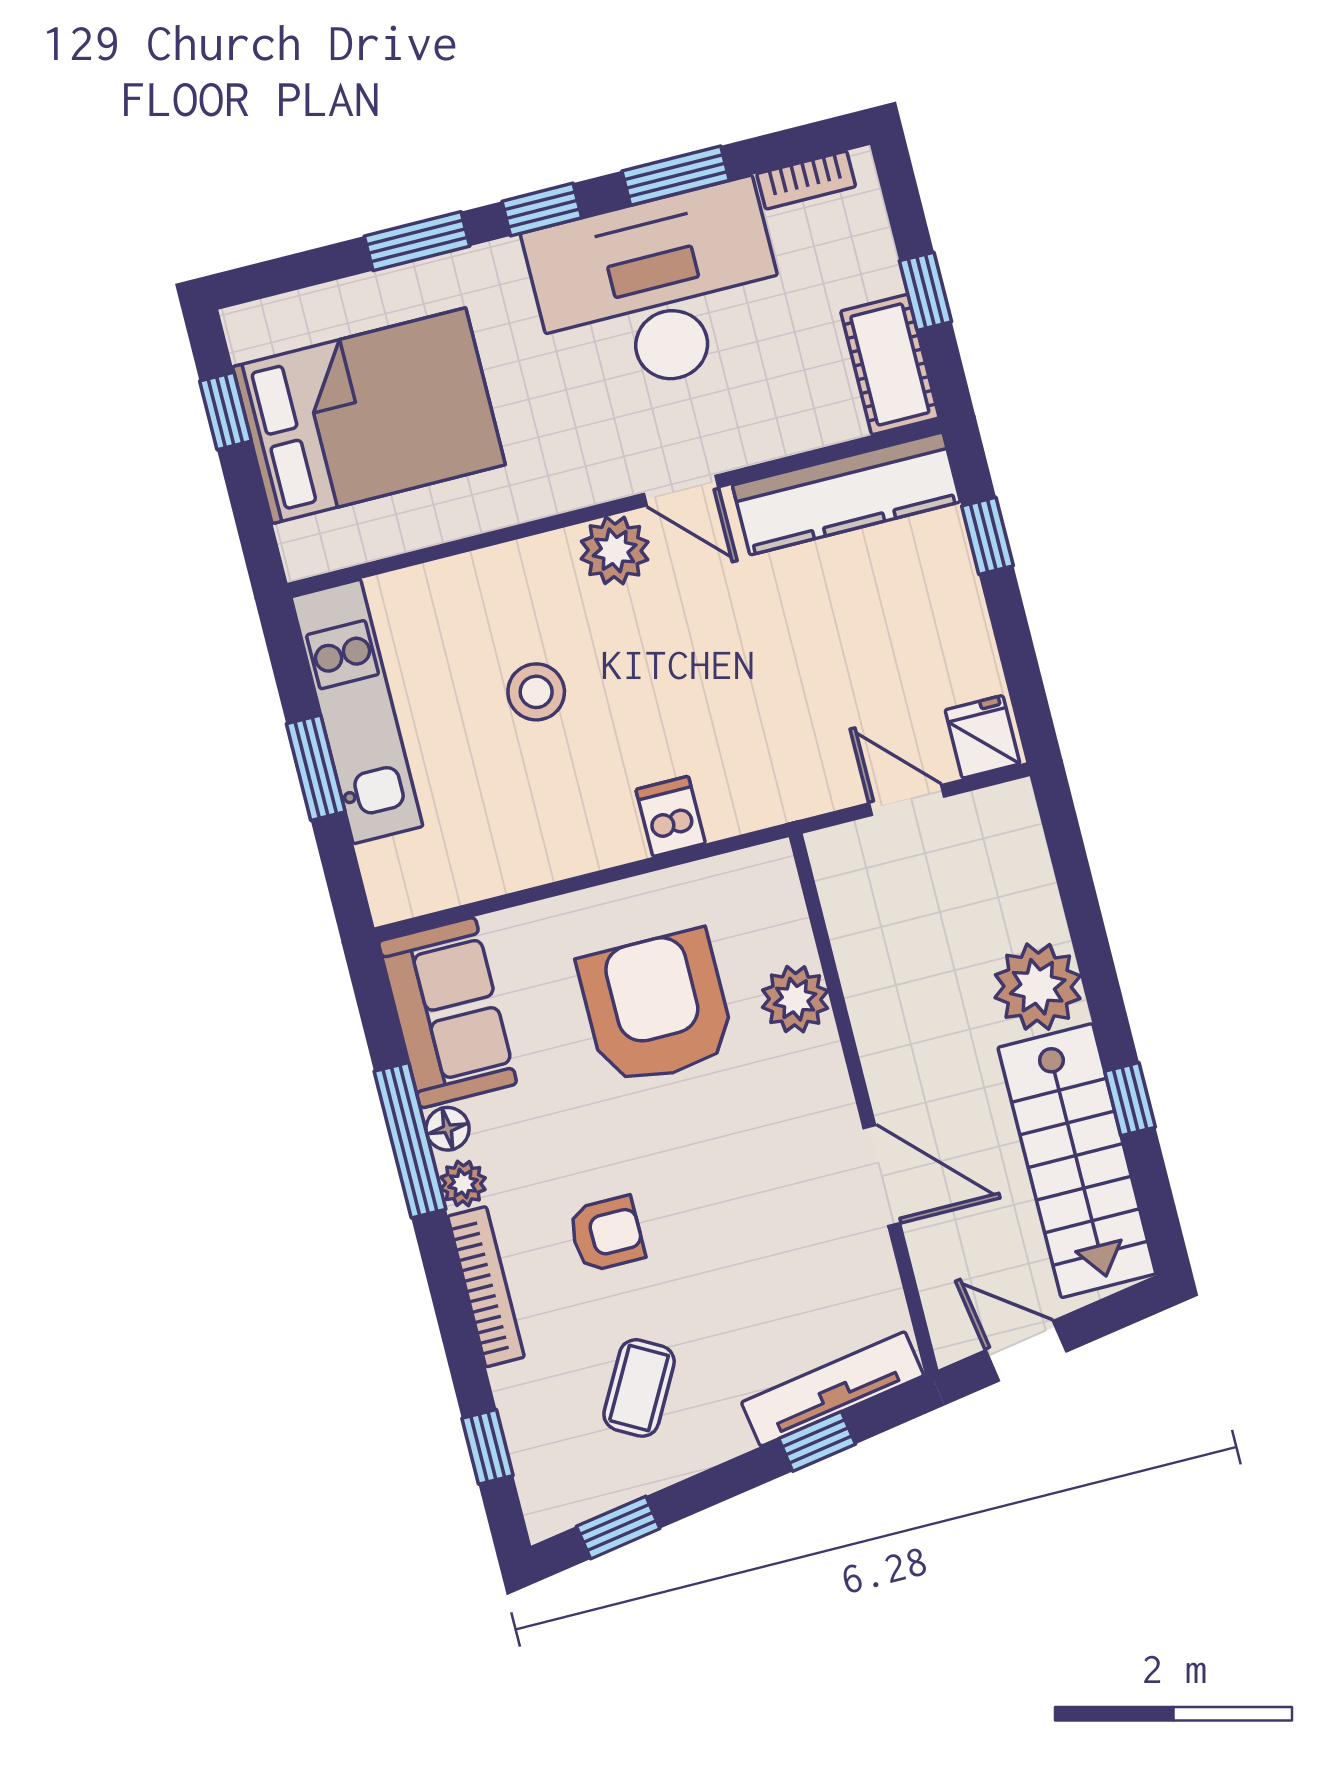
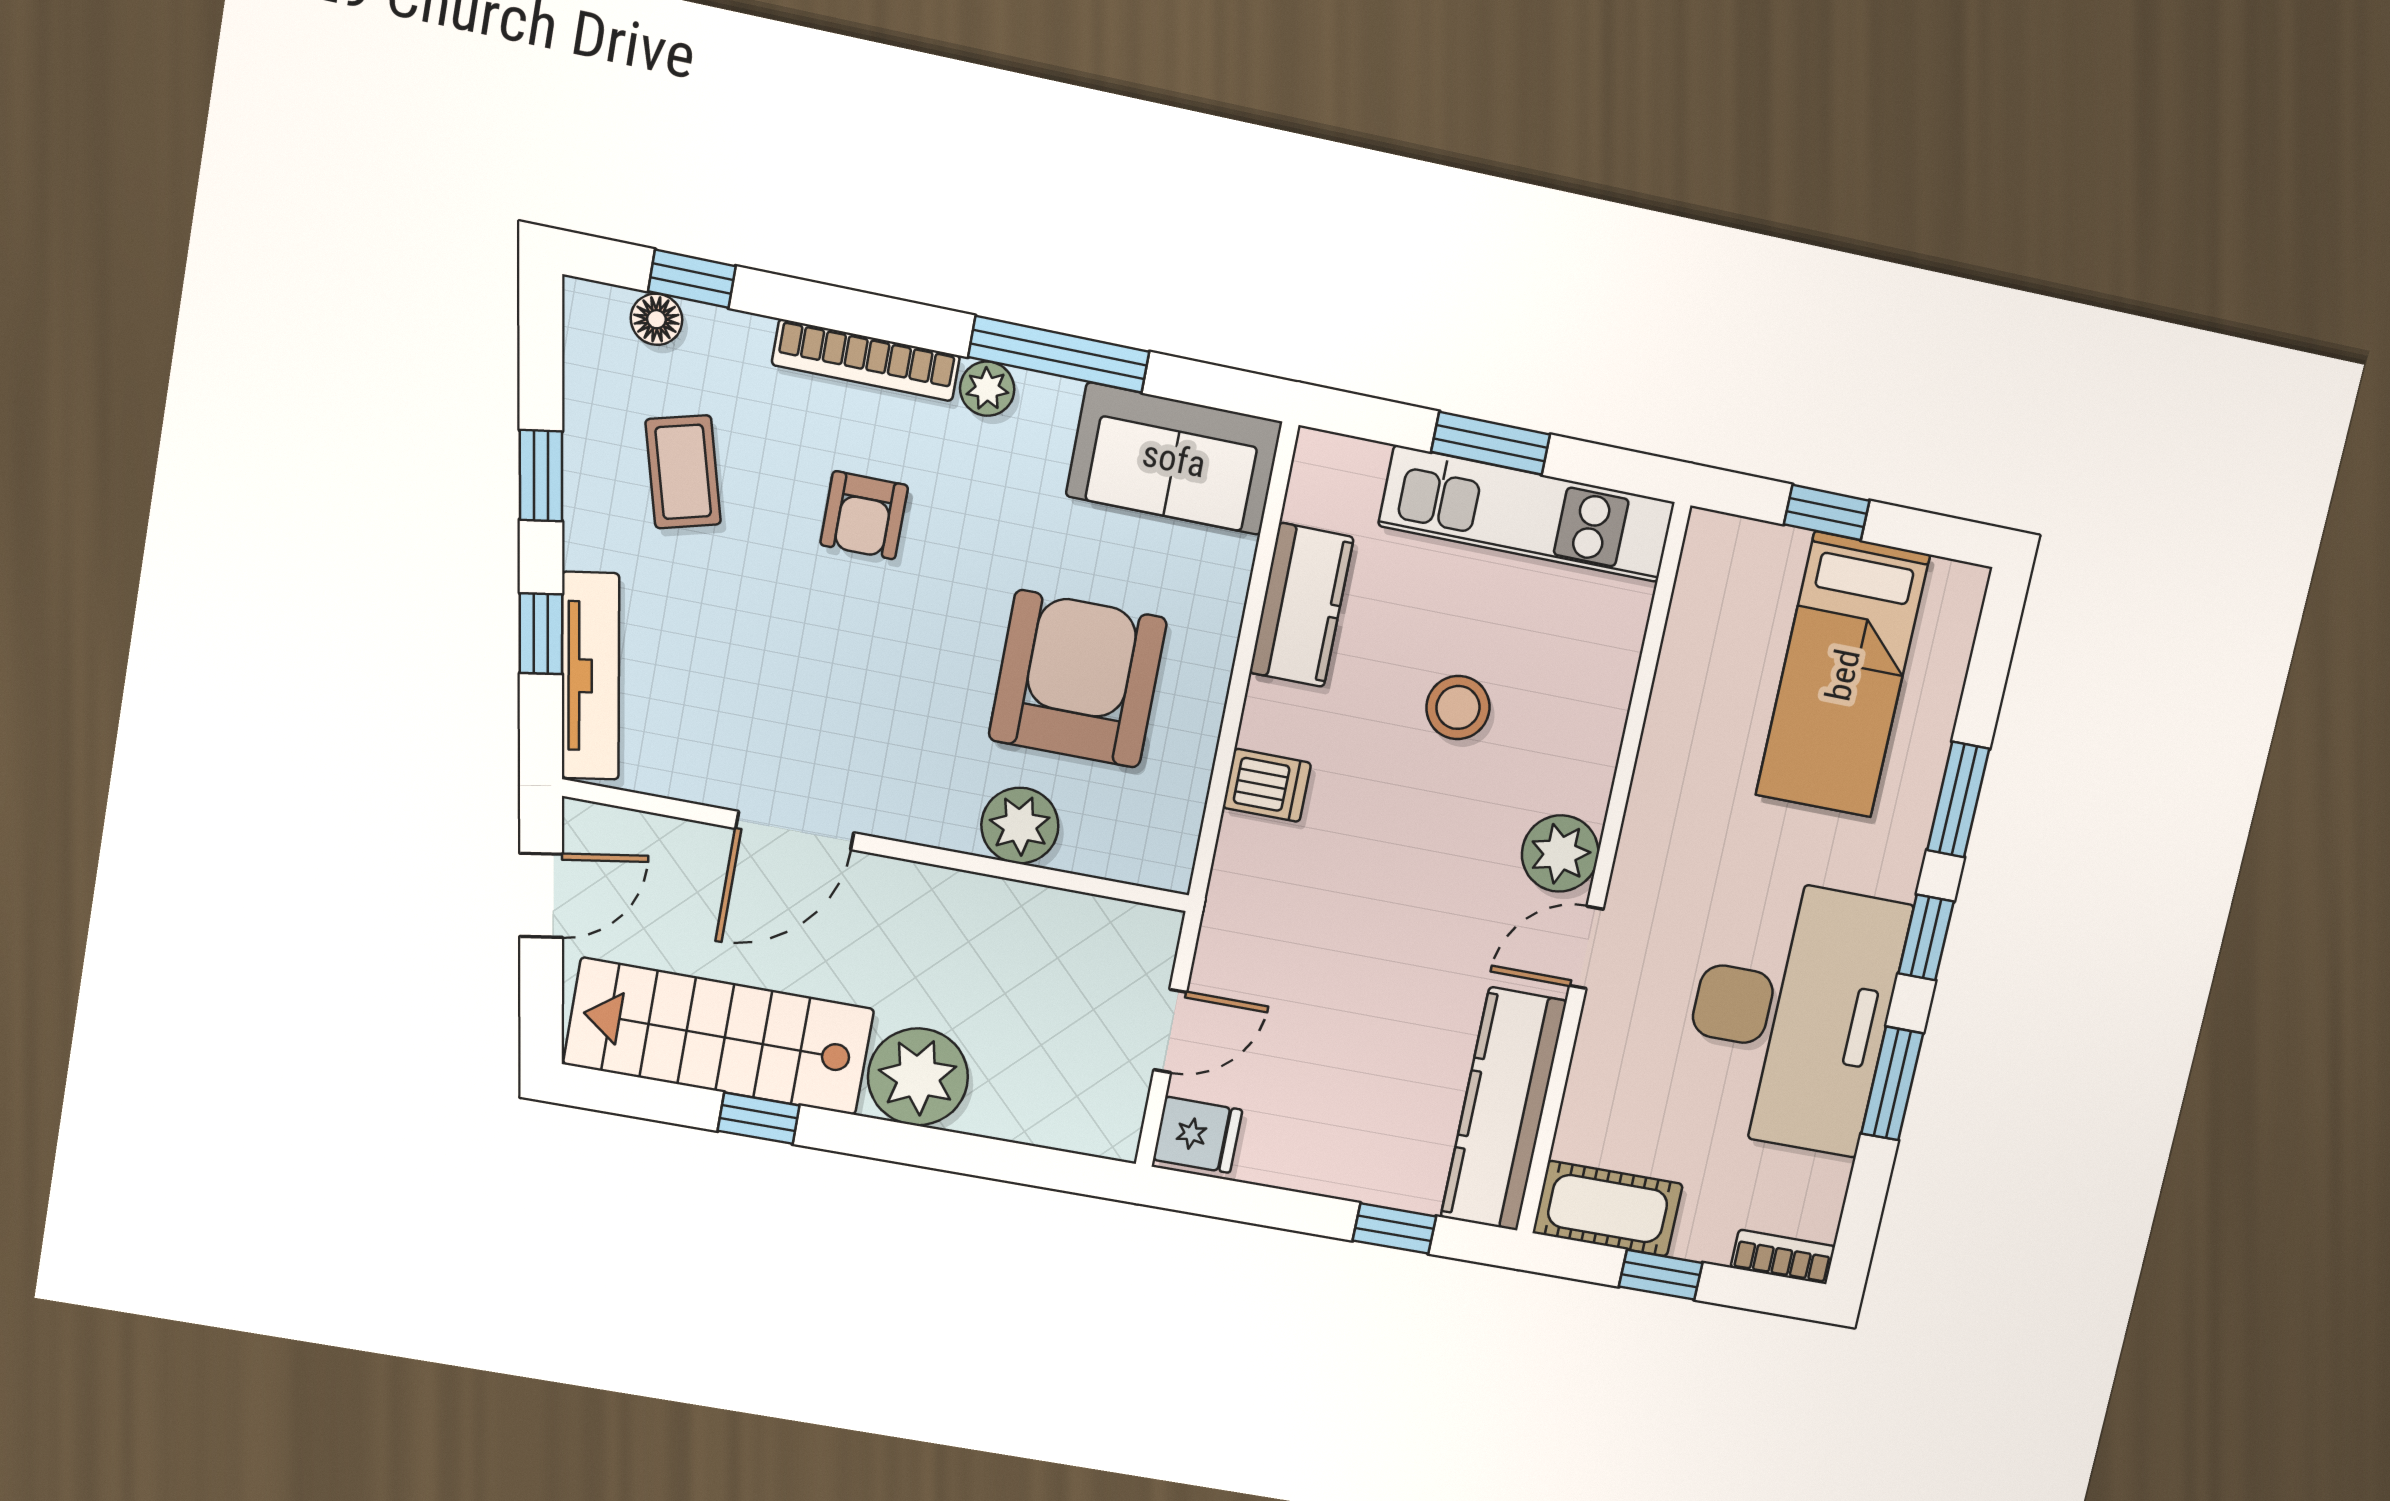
bookcase: (806, 180) -> (1783, 1257), moved, turned 90
window: (225, 411) -> (1827, 512), moved
bed: (369, 416) -> (1843, 675), width x0.67
kitchen counter: (514, 857) -> (1301, 605), added
armchair: (656, 1008) -> (1078, 679), turned -90
floor lamp: (448, 1129) -> (656, 319), moved
coffee table: (639, 1388) -> (683, 472), turned 46
window: (618, 1527) -> (541, 476), moved

